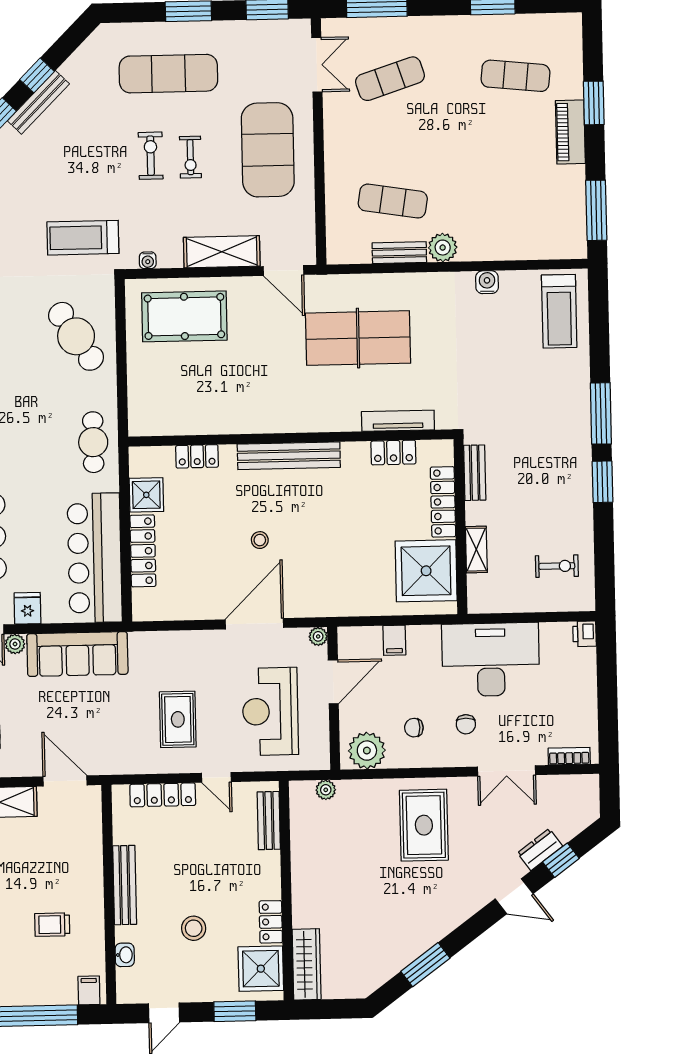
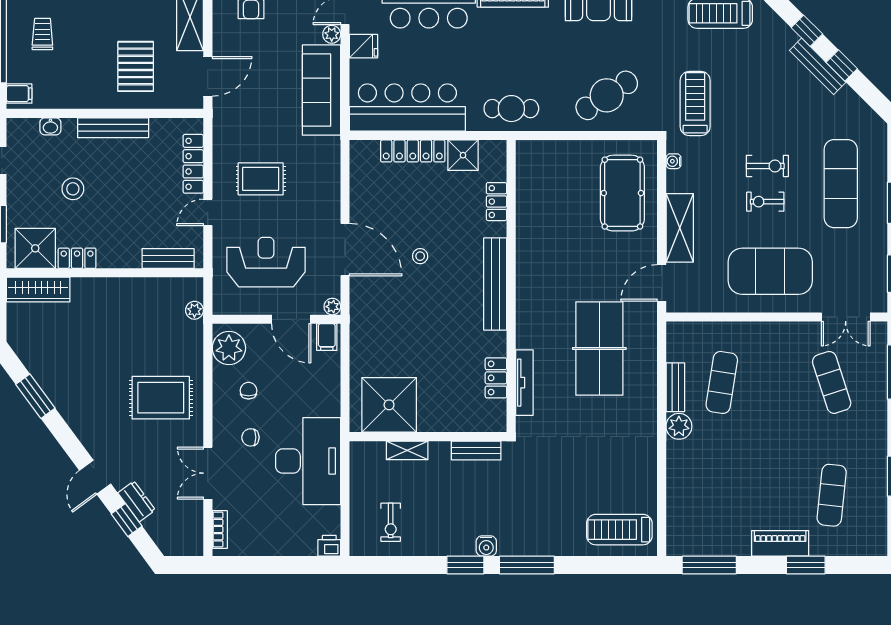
water cooler: (487, 282) -> (486, 546), moved, turned 90
locker: (443, 502) -> (451, 421), removed
filing cabinet: (394, 640) -> (327, 337), moved, turned -90
pallet: (56, 862) -> (136, 66), added
trolley: (52, 925) -> (42, 34), moved

